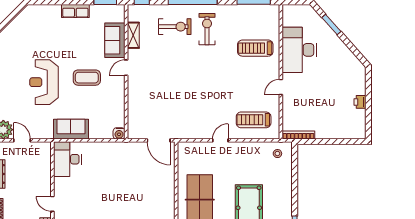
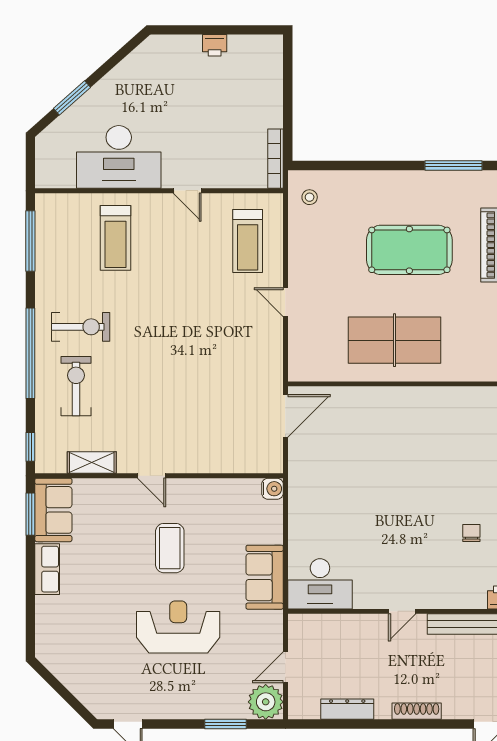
exercise bike: (207, 29) -> (81, 327), turned 180
sofa: (115, 40) -> (53, 510), moved, turned -90
reception desk: (44, 82) -> (178, 627), turned 180

